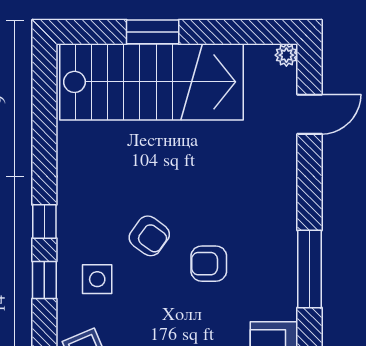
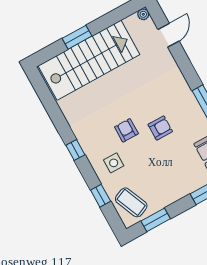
armchair: (149, 236) -> (126, 130), turned -126
armchair: (209, 264) -> (160, 128), turned 180
window: (44, 280) -> (101, 196), moved

